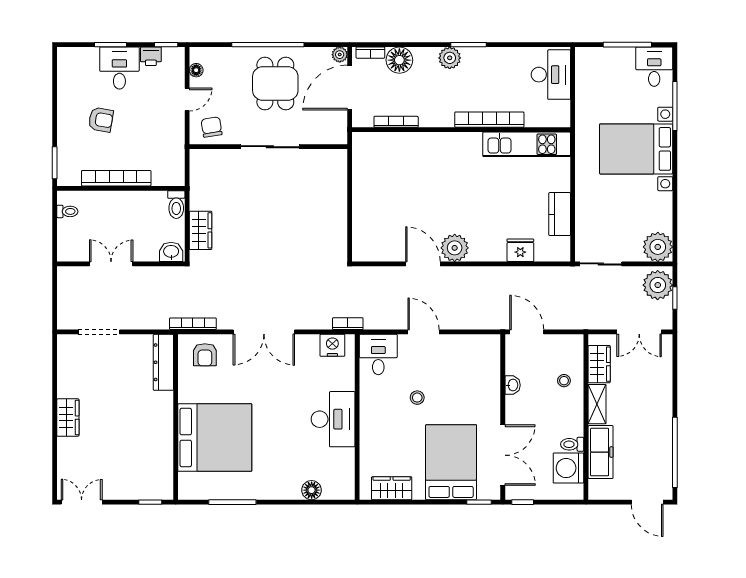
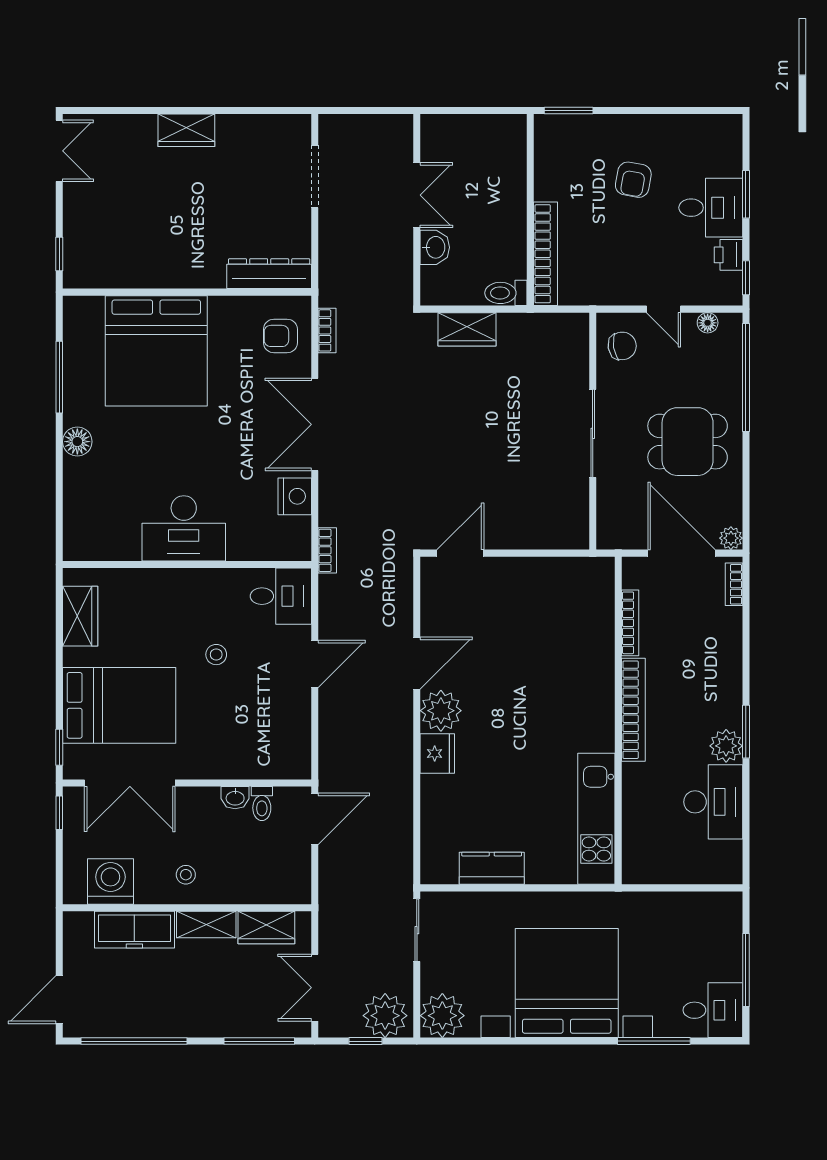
window: (268, 45) -> (746, 377), moved
plant: (450, 58) -> (726, 746), moved
floor lamp: (399, 60) -> (723, 628), removed
desk: (551, 75) -> (713, 802), moved, turned -90
bookcase: (489, 120) -> (633, 710), moved
bed with nightstands: (636, 149) -> (567, 983), width x1.36
bookcase: (116, 178) -> (545, 254), moved
toilet: (67, 211) -> (496, 130), removed
door: (350, 235) -> (460, 553), added
fridge: (520, 250) -> (437, 753), moved
washbasin: (171, 252) -> (435, 247), moved
bookcase: (193, 324) -> (327, 330), width x0.64
nightstand: (332, 345) -> (295, 496), moved
window: (675, 369) -> (259, 1041), added
stool: (564, 381) -> (186, 875), moved
toilet: (572, 444) -> (262, 804), moved, turned 180
floor lamp: (312, 490) -> (77, 442), moved

